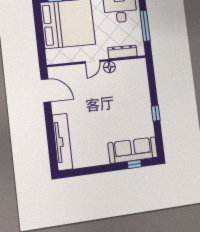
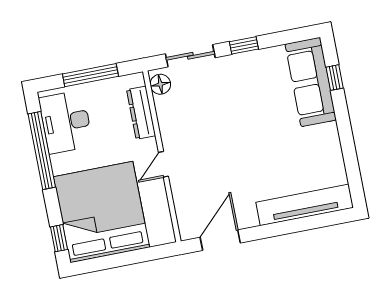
door: (92, 62) -> (163, 164), swing flipped
floor lamp: (109, 67) -> (160, 84), moved
sliding door: (152, 82) -> (190, 56), added

